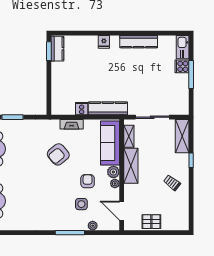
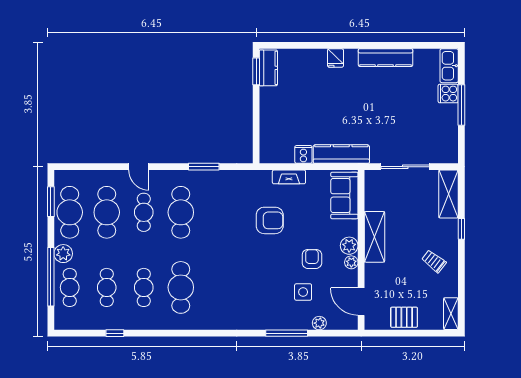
shelving: (129, 136) -> (451, 314), moved
sofa: (110, 143) -> (344, 195), width x0.73
armchair: (58, 154) -> (270, 220), turned -140

